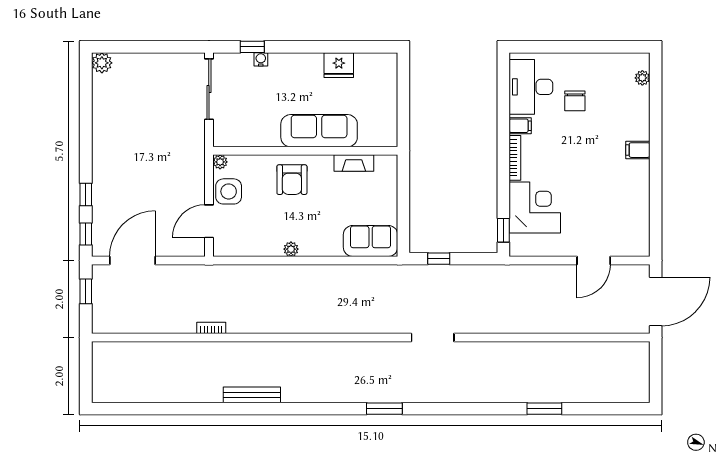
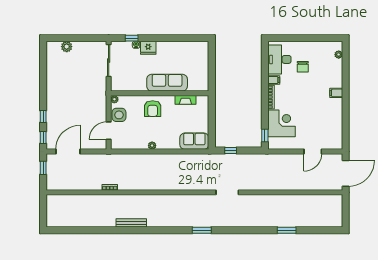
plant: (102, 63) -> (67, 47), moved
fridge: (339, 65) -> (148, 48), moved

